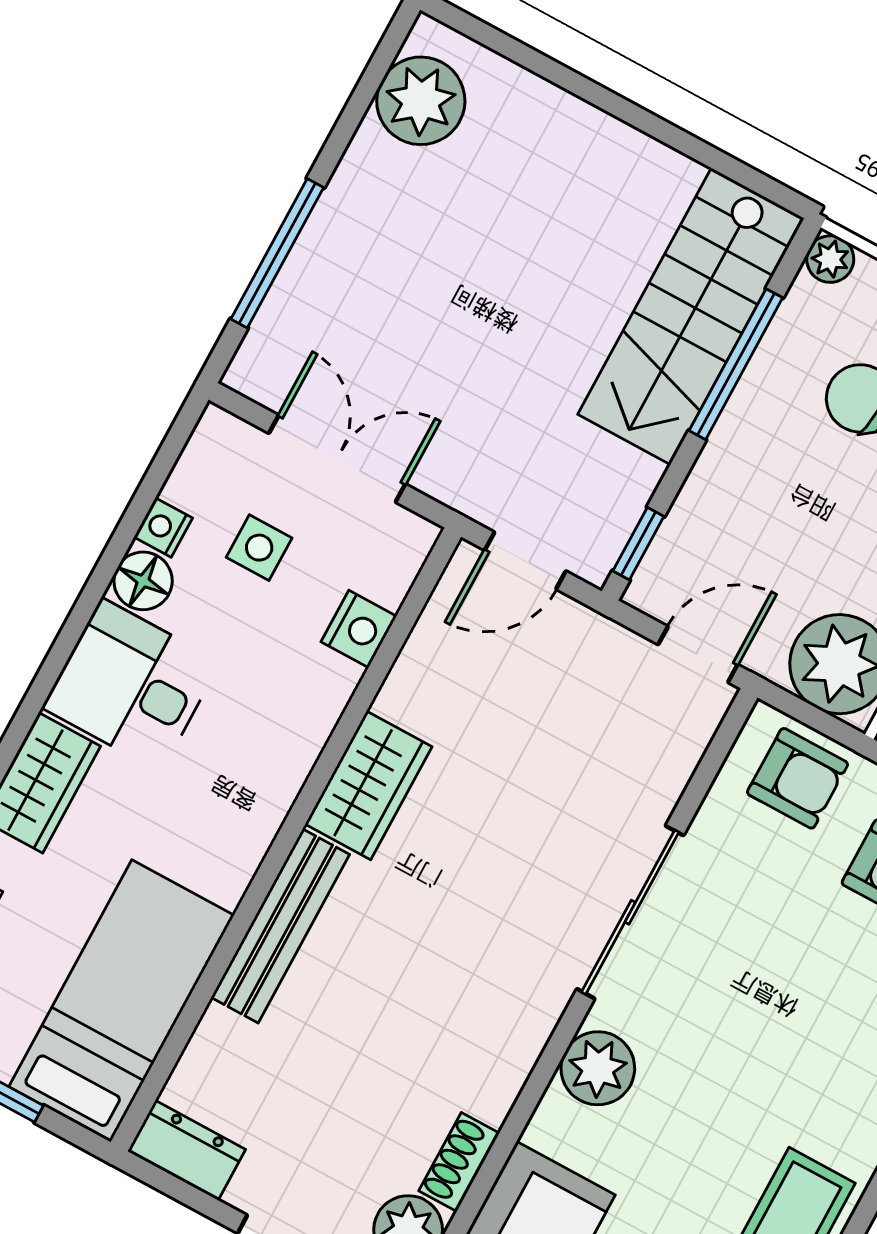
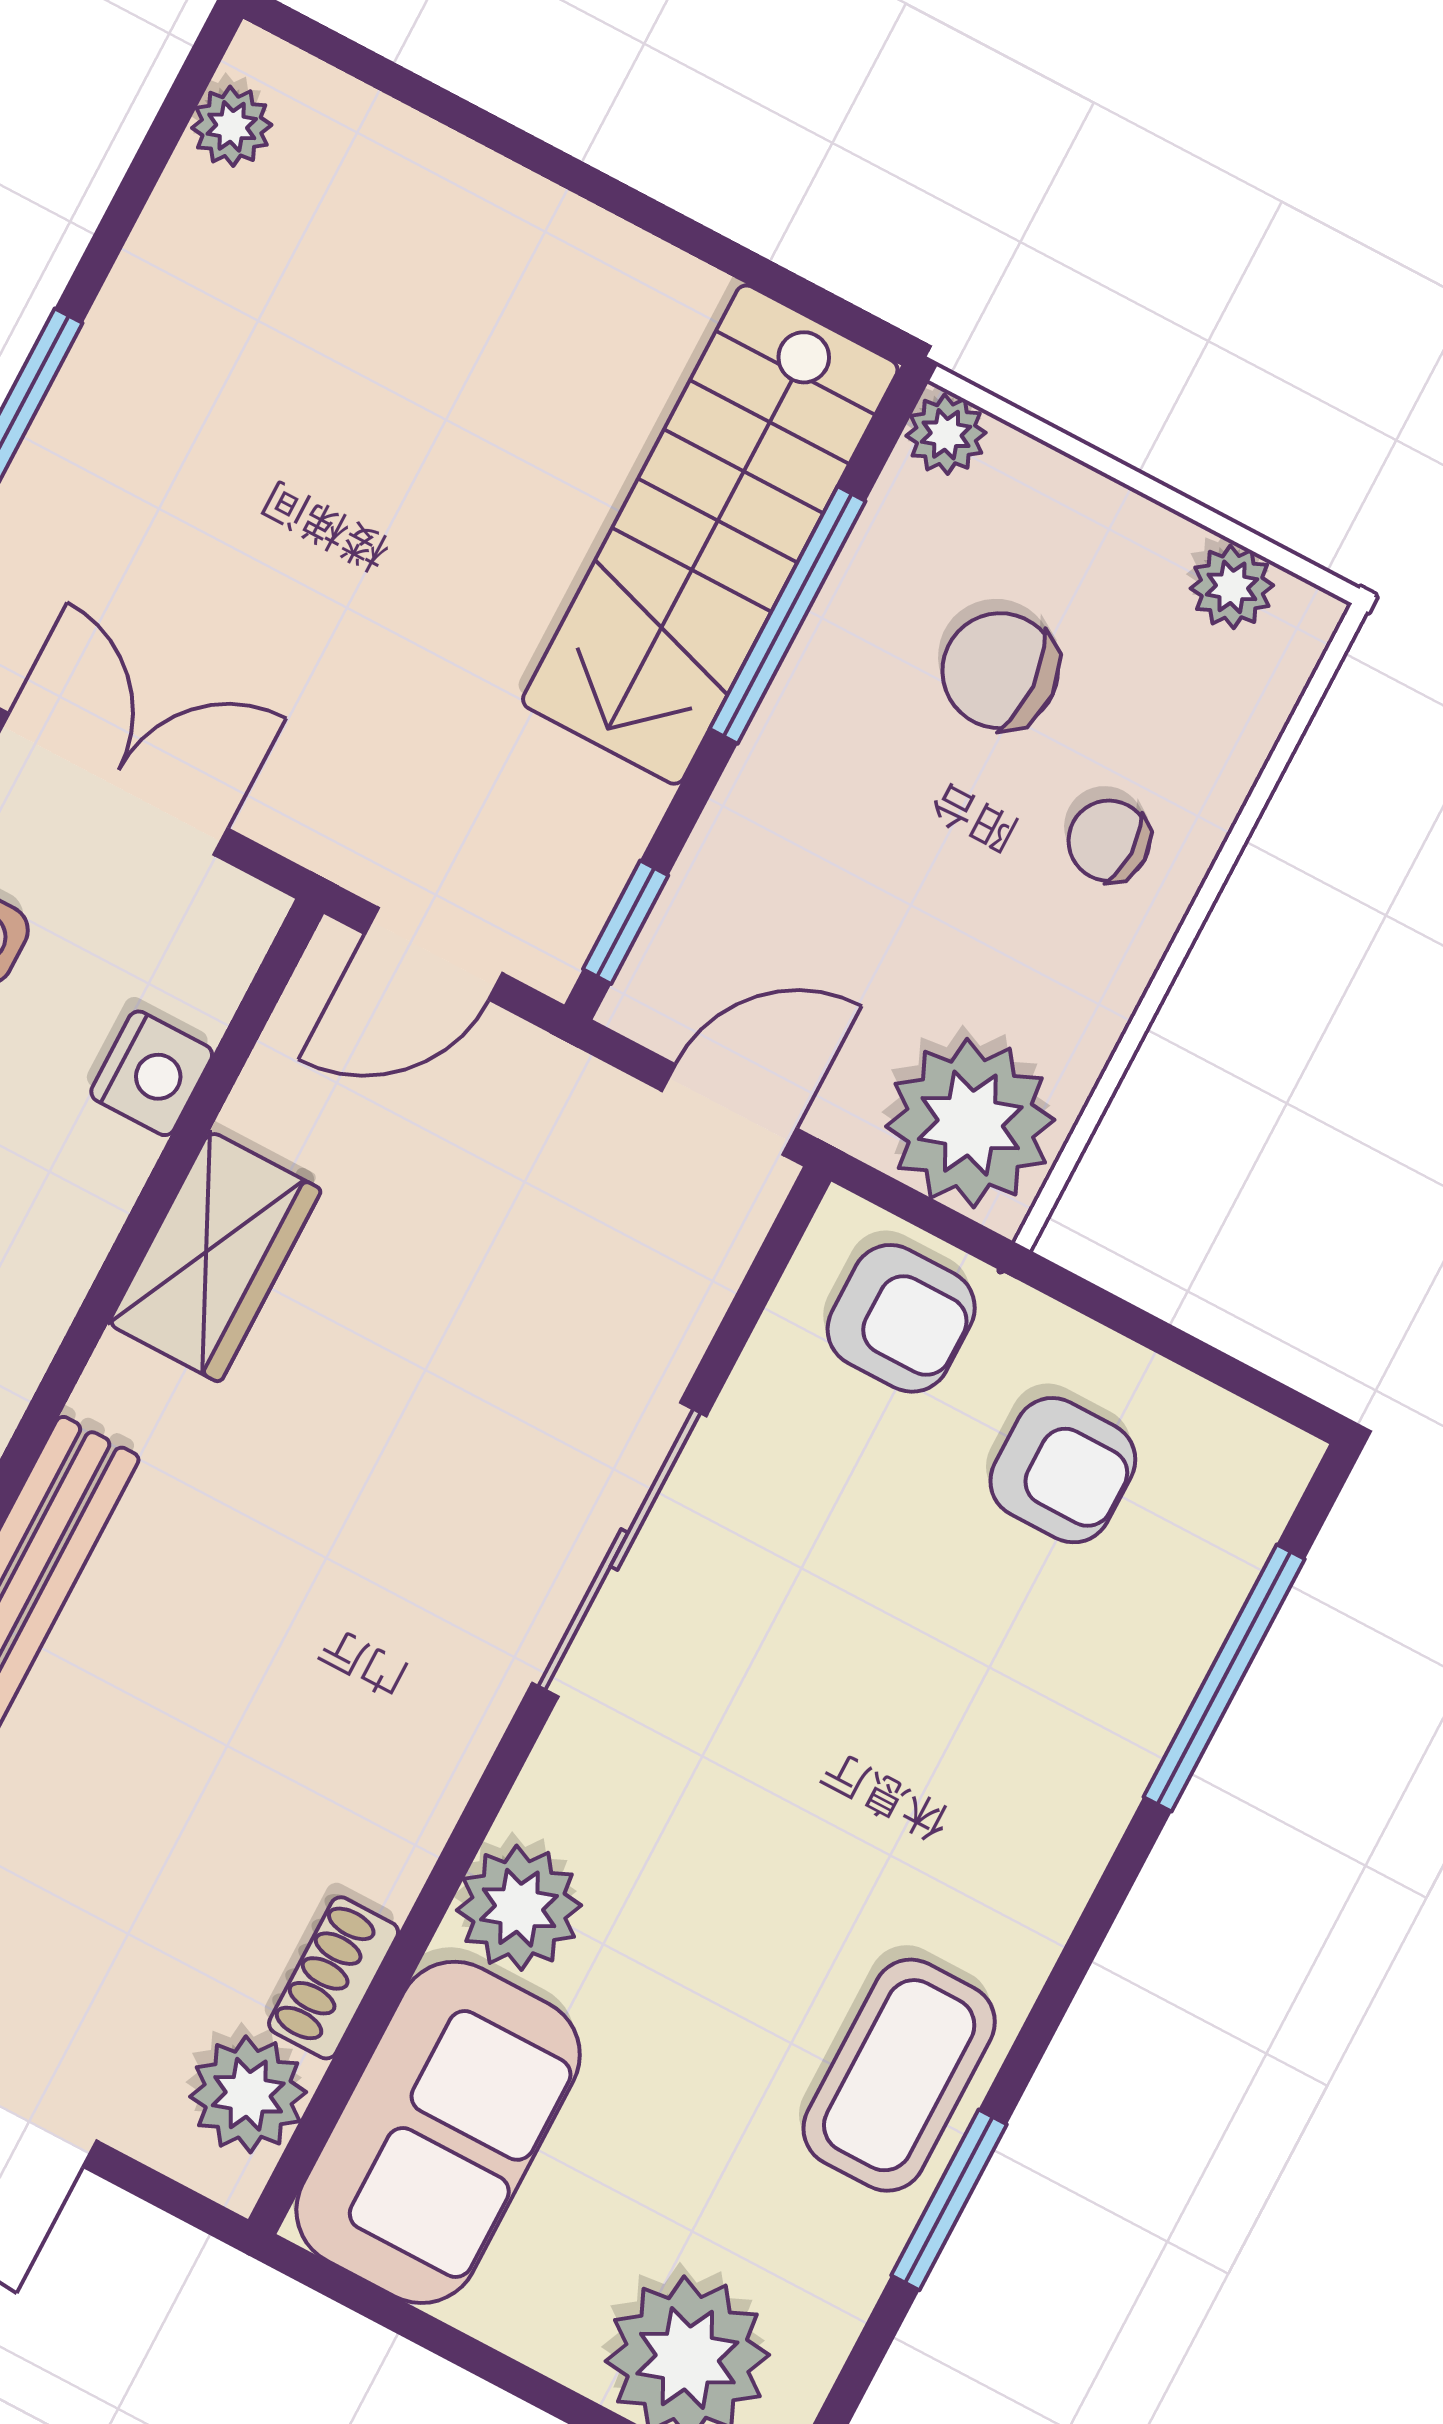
plant: (421, 101) -> (232, 126), width x0.53, depth x0.53
wardrobe: (368, 785) -> (215, 1257), moved
plant: (598, 1068) -> (519, 1908), moved

